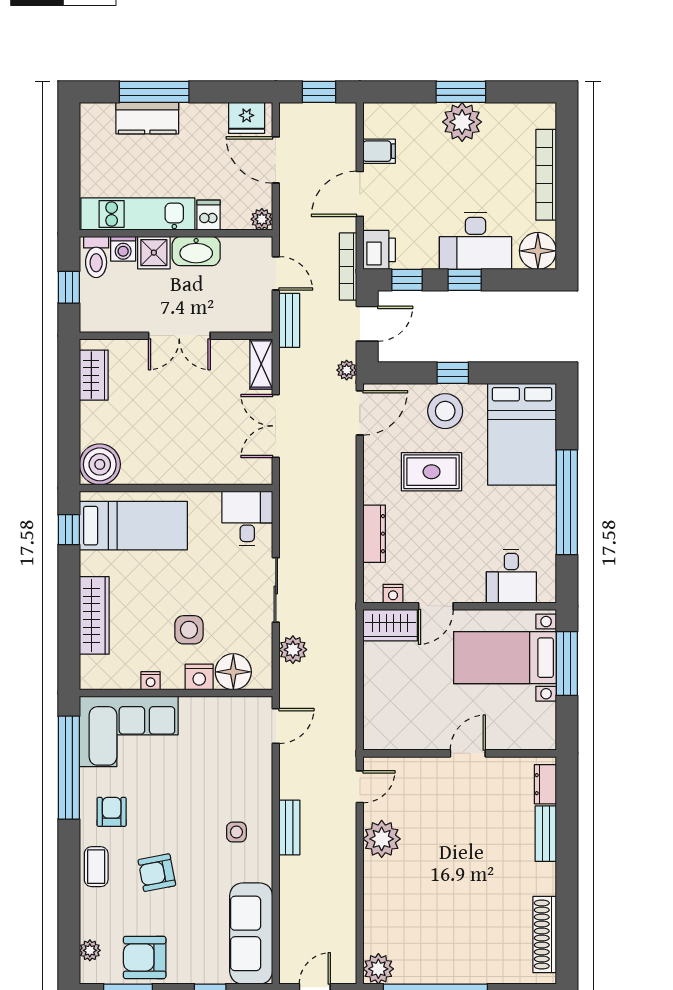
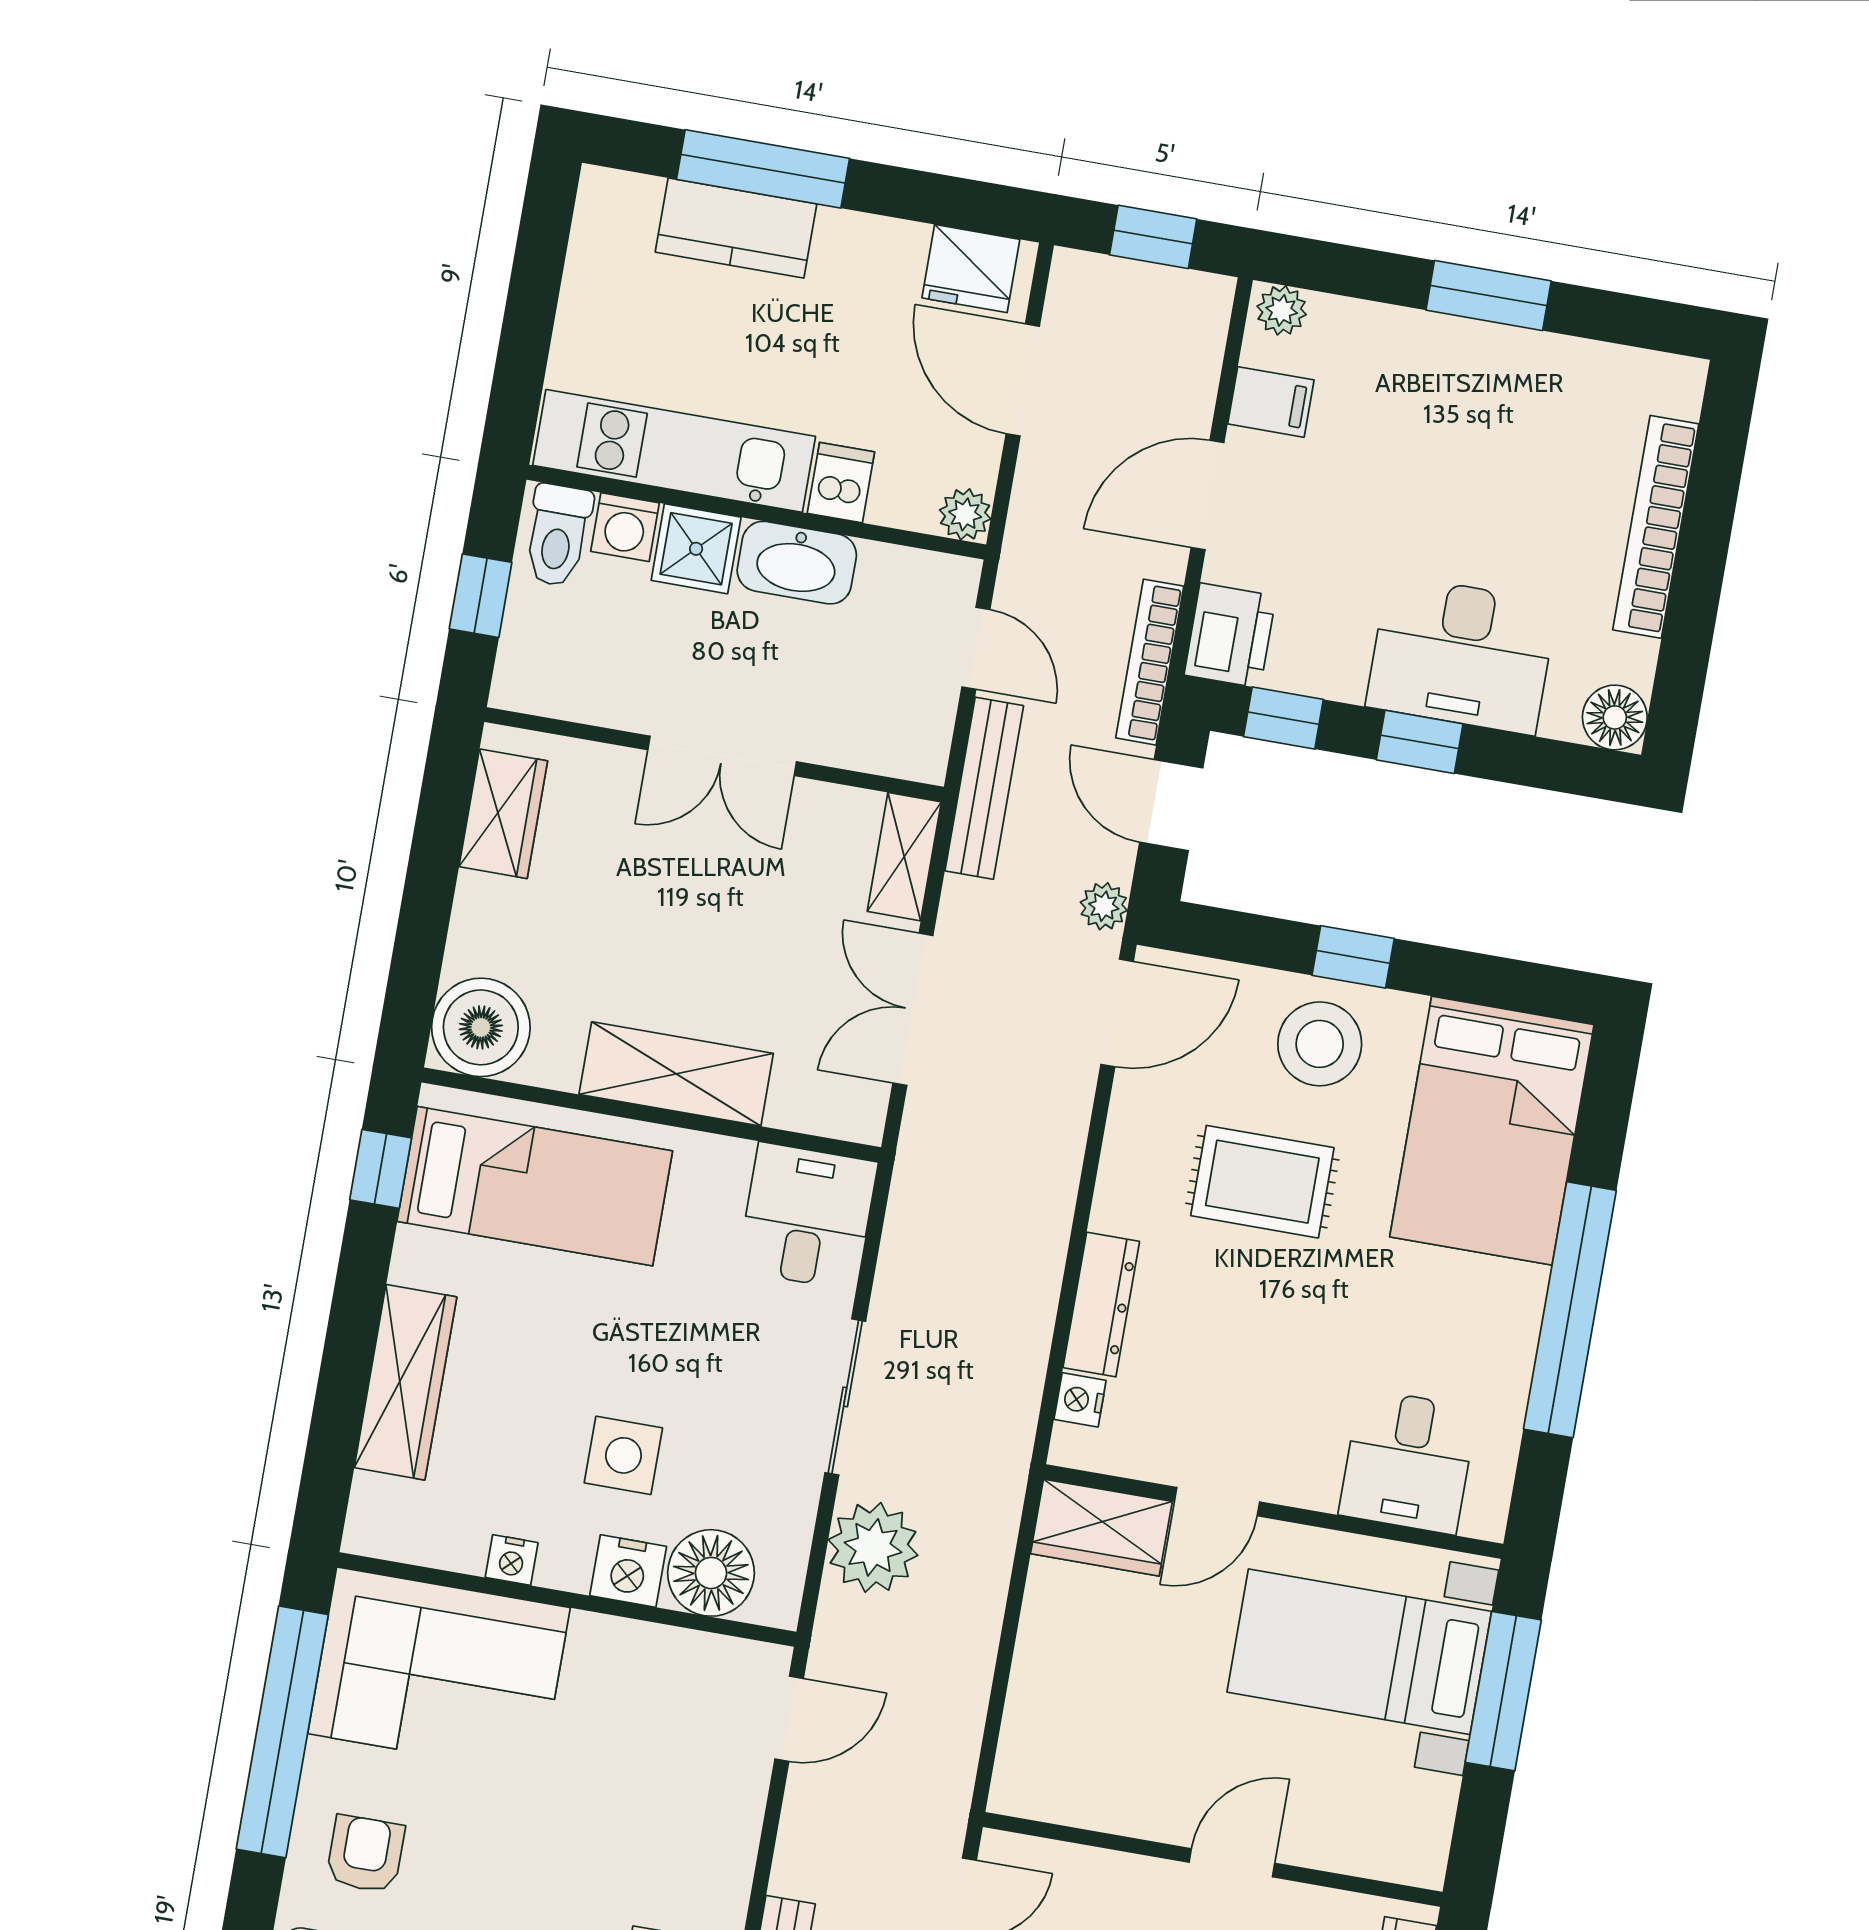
plant: (462, 122) -> (1282, 310), moved, width x0.53, depth x0.53
floor lamp: (538, 251) -> (1615, 717), width x0.73, depth x0.73
bench: (289, 320) -> (984, 788), width x1.36
door: (367, 324) -> (1171, 805), swing flipped
shelving: (183, 470) -> (676, 1074), added
nightstand: (393, 594) -> (1080, 1400), moved, turned 90
plant: (293, 650) -> (873, 1547), width x1.36, depth x1.36

